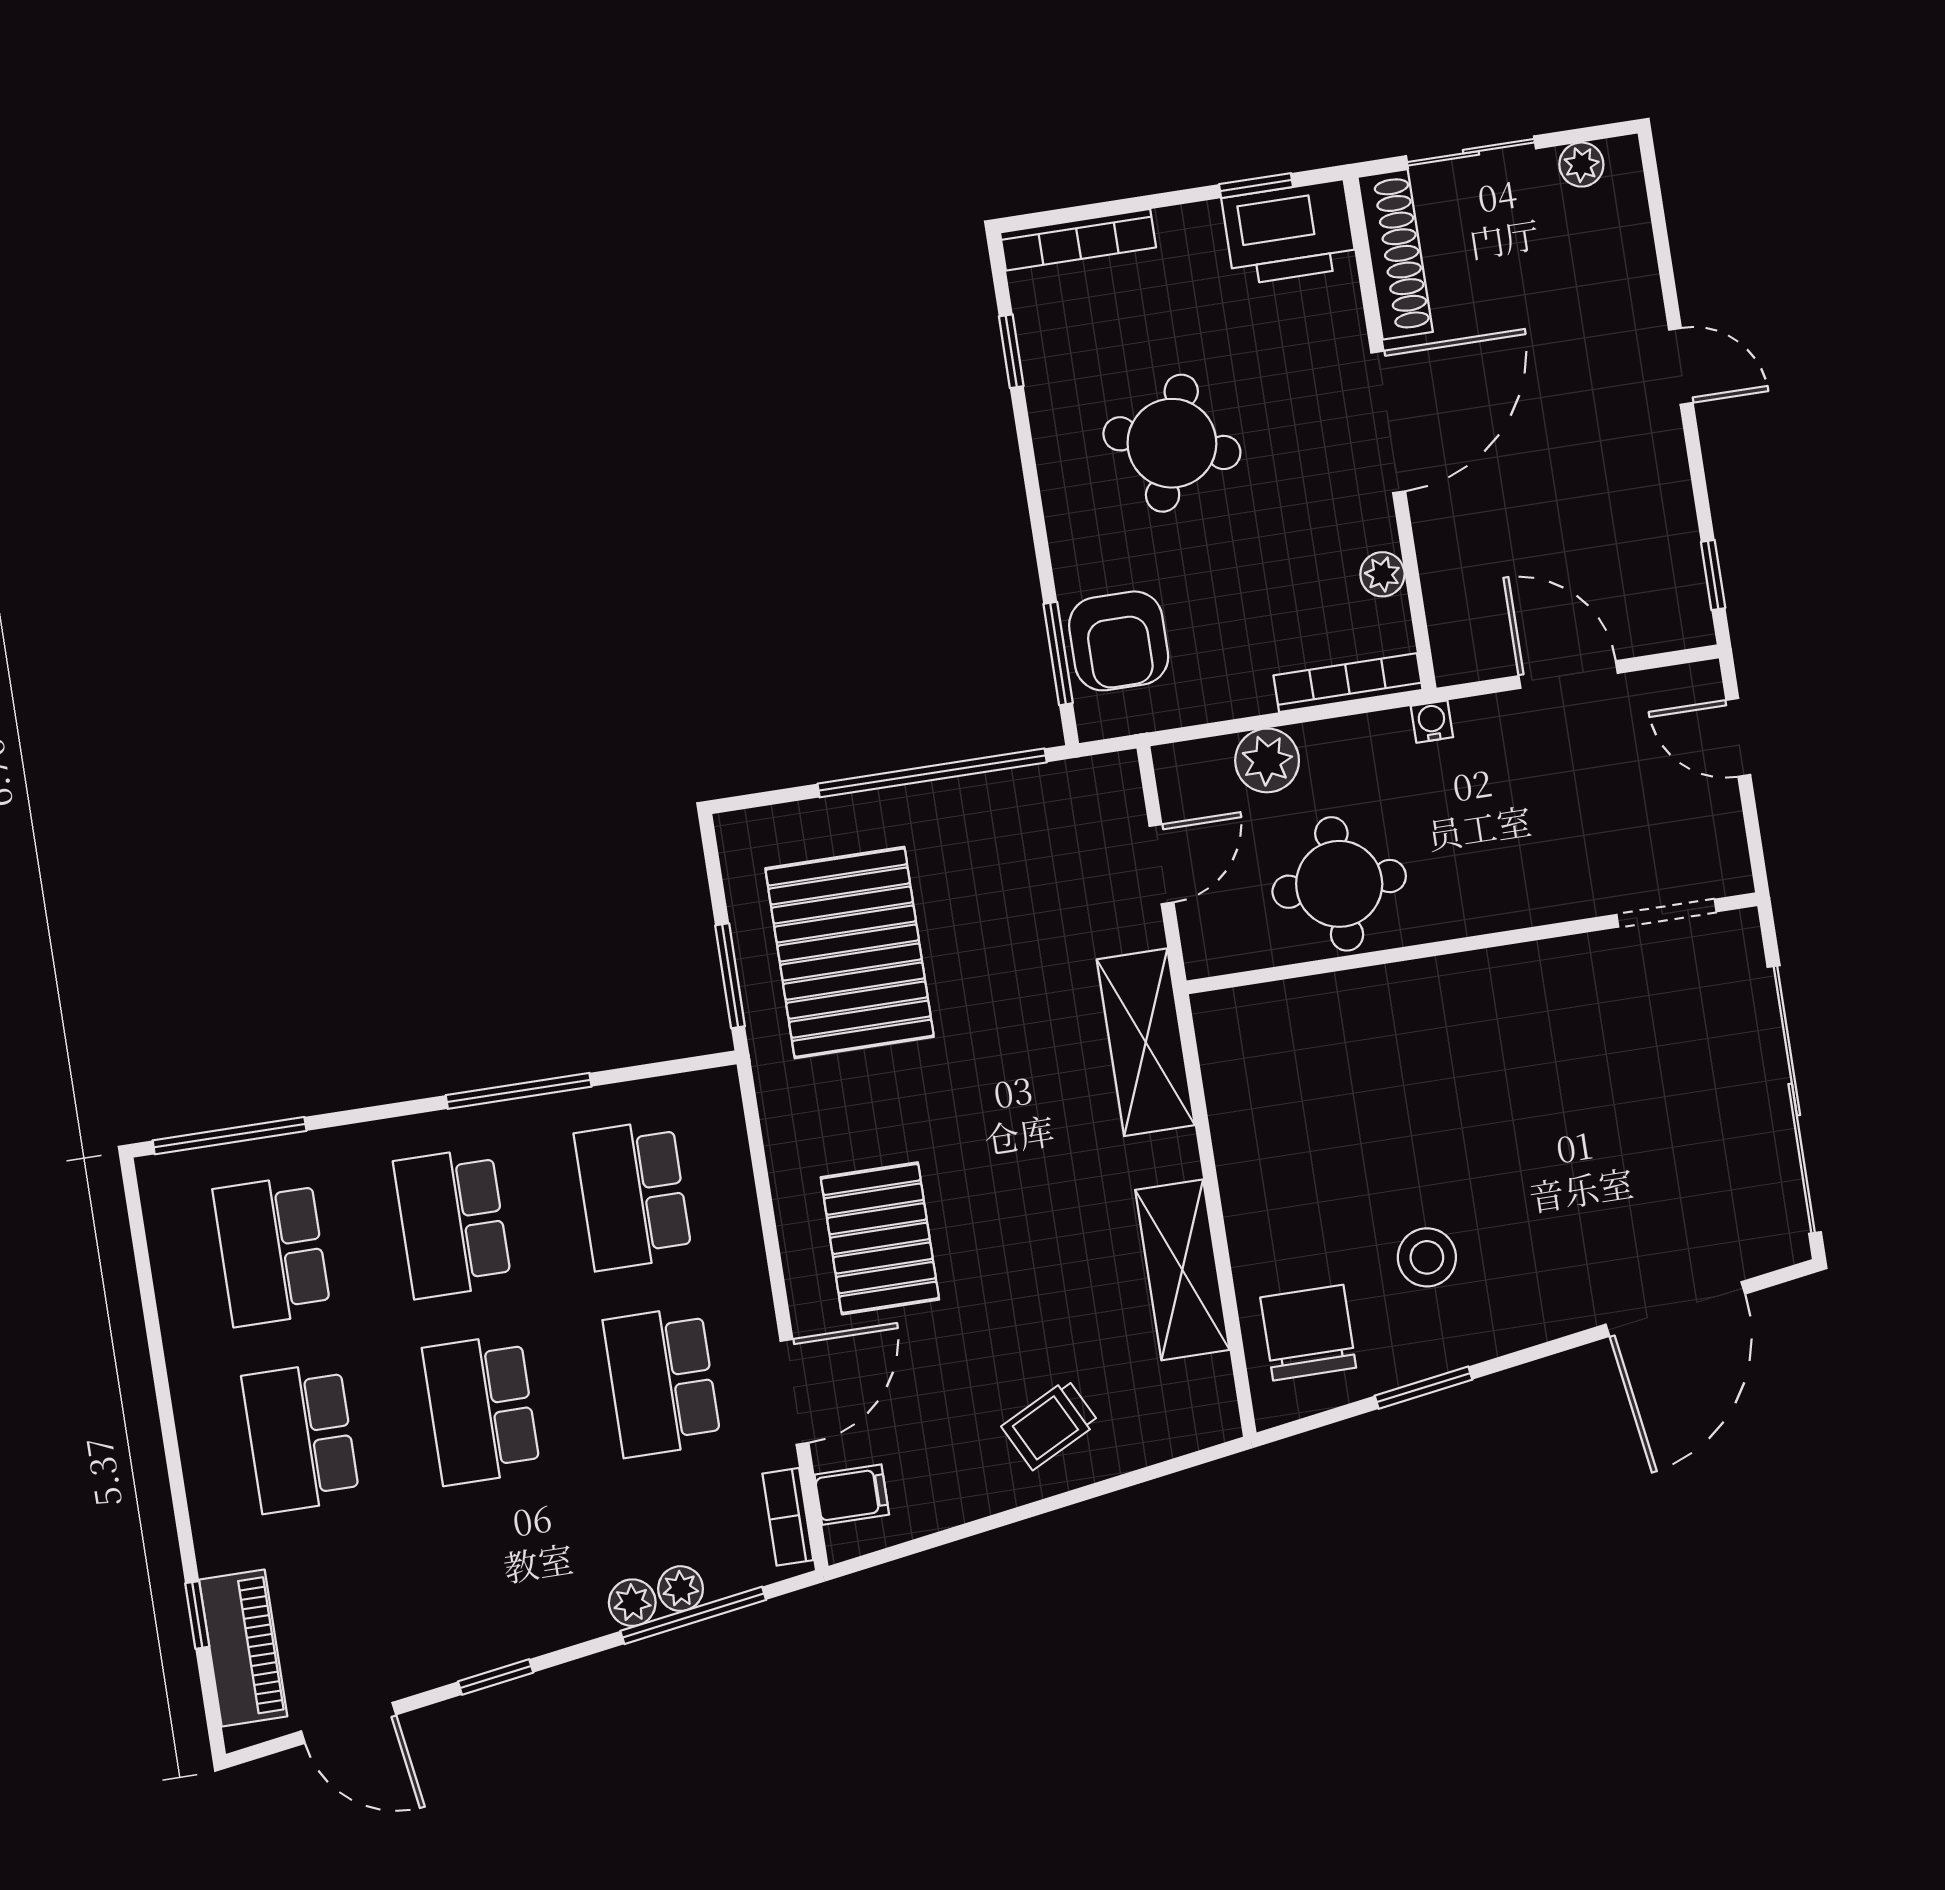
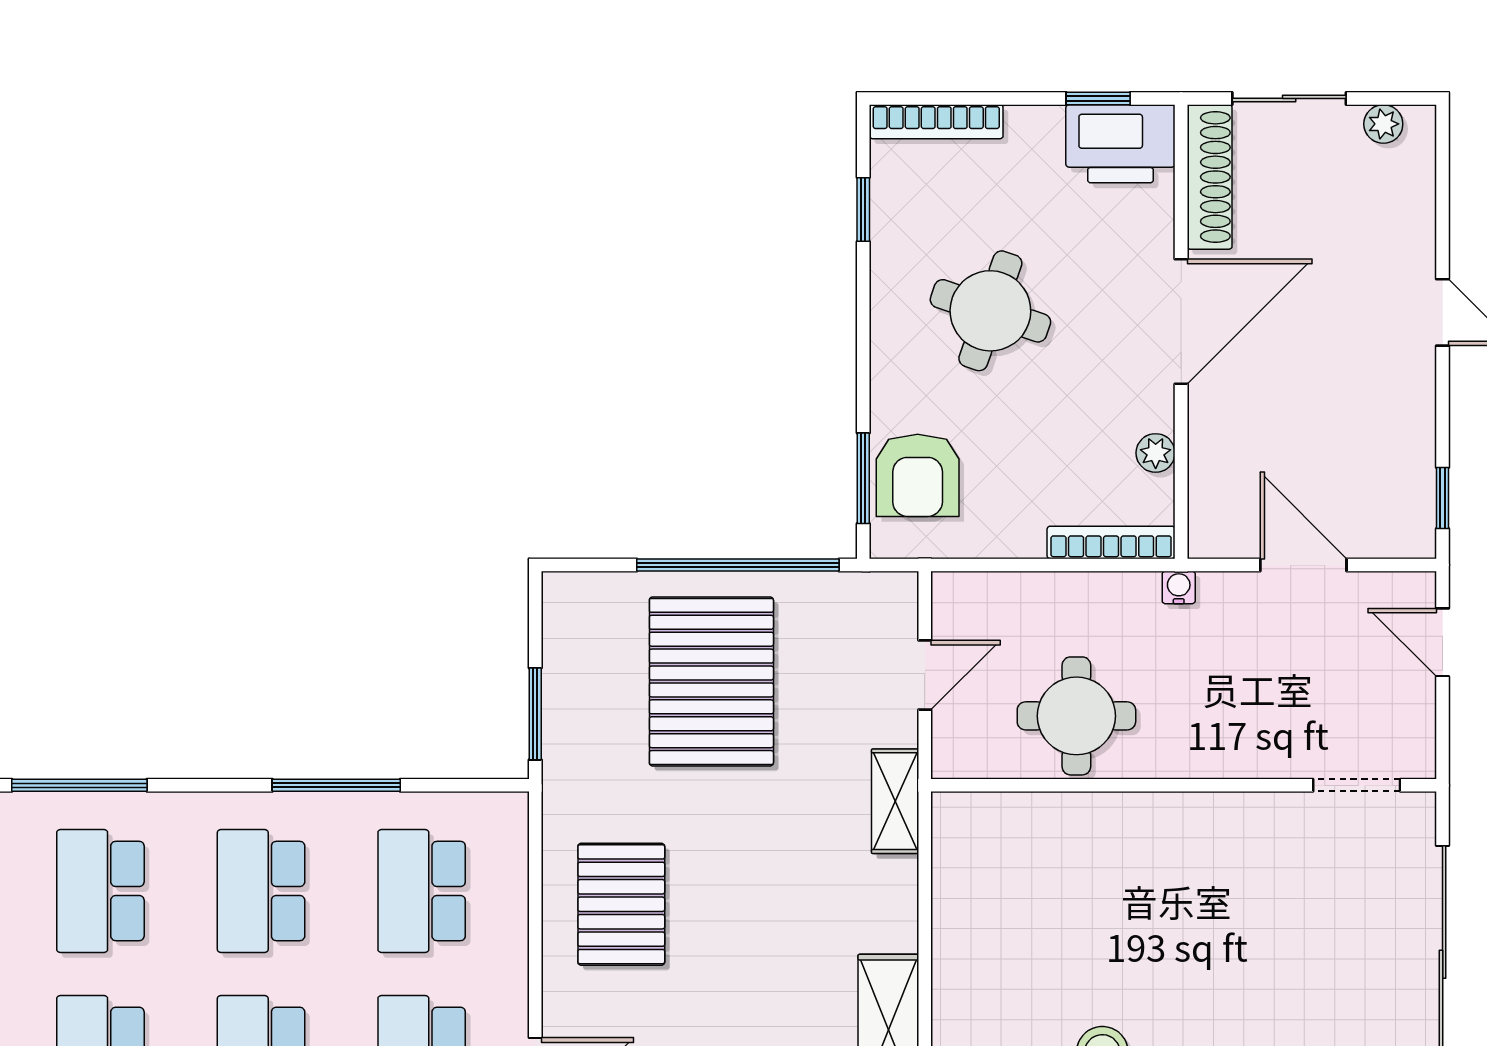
plant: (1267, 760) -> (1030, 599), removed
pallet: (850, 953) -> (711, 681), moved
shelving: (1146, 1042) -> (895, 801), width x0.67, depth x0.75
pallet: (880, 1238) -> (621, 904), moved

